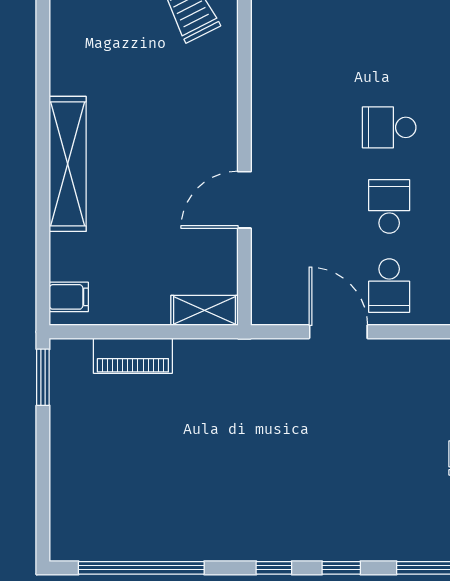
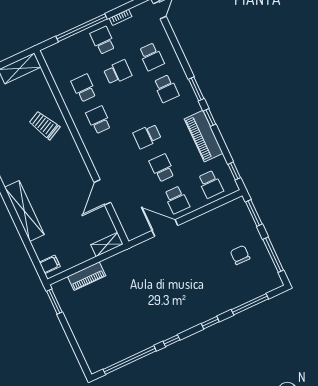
school desk: (305, 48) -> (99, 120), added
window: (274, 568) -> (171, 341), moved

